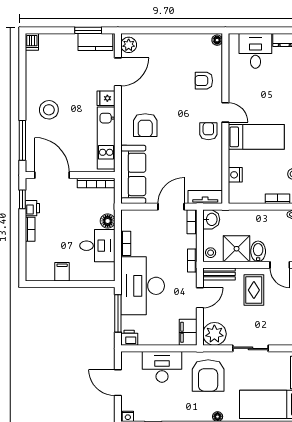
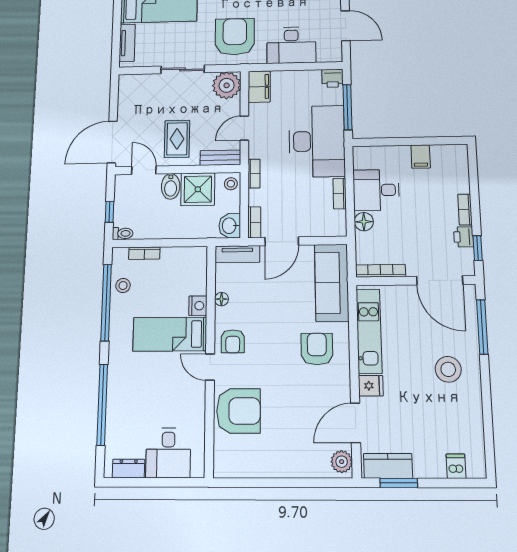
floor lamp: (217, 40) -> (221, 299), moved
dishwasher: (32, 42) -> (456, 466), moved
armchair: (204, 81) -> (239, 411), width x1.88, depth x1.88
nightstand: (235, 175) -> (198, 306), moved

